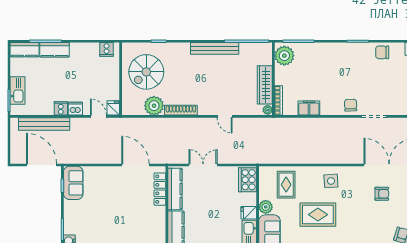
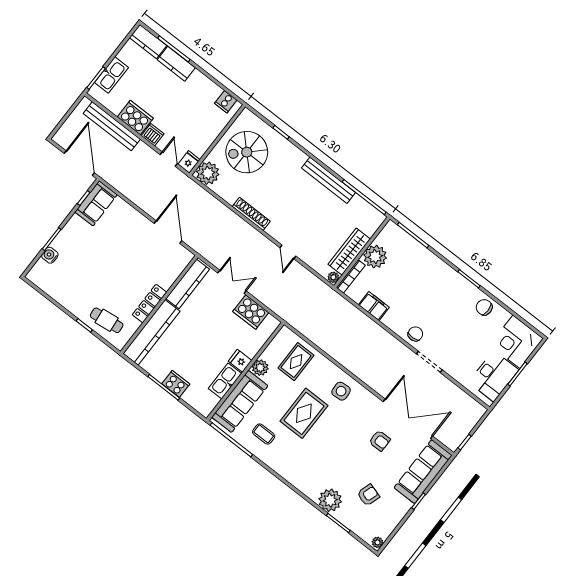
plant: (284, 56) -> (375, 257), moved
plant: (154, 106) -> (208, 173), moved
cooker: (61, 108) -> (135, 118), width x1.87, depth x1.31
cooker: (248, 180) -> (251, 312), moved, turned -90
locker: (160, 189) -> (150, 304), moved
rug: (318, 215) -> (304, 413), turned 90

